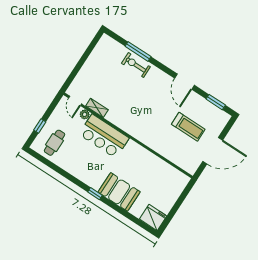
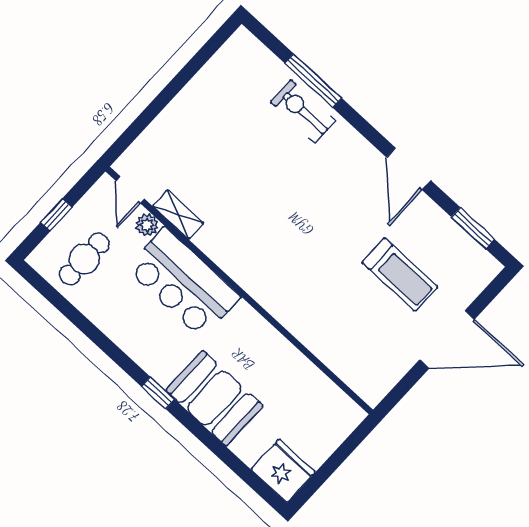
door: (75, 101) -> (130, 190), moved
shelving: (97, 108) -> (178, 215), moved
plant: (85, 114) -> (147, 225), moved
wall: (128, 135) -> (239, 291), moved
bar counter: (104, 136) -> (183, 283), moved

